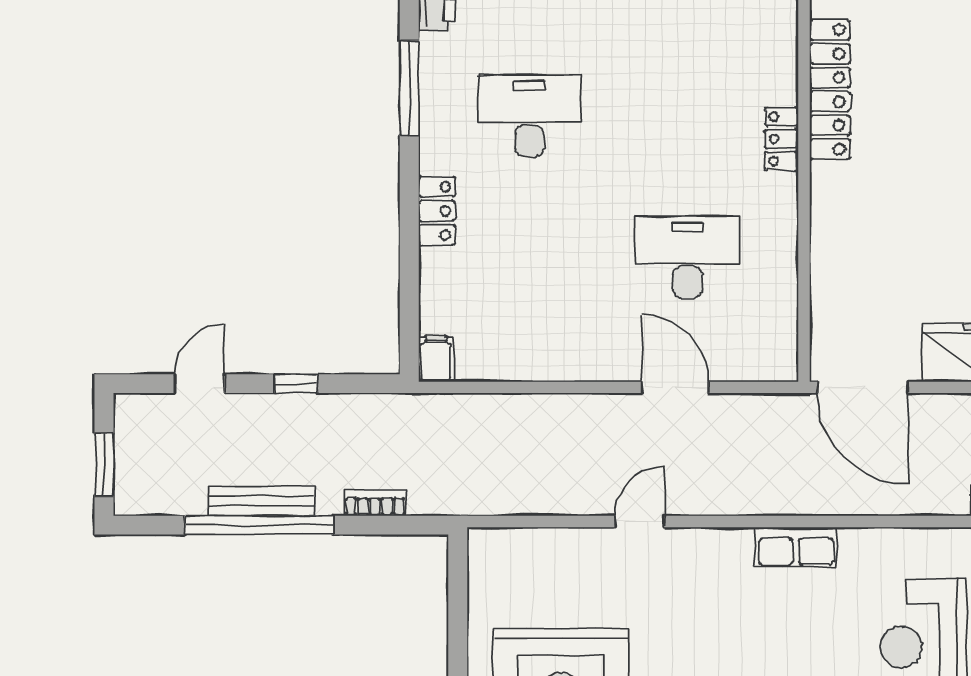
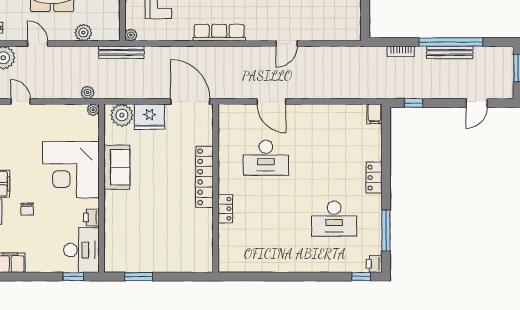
locker: (830, 90) -> (204, 177), moved
window: (296, 384) -> (414, 103), moved
row of seats: (796, 547) -> (219, 33), width x1.48

